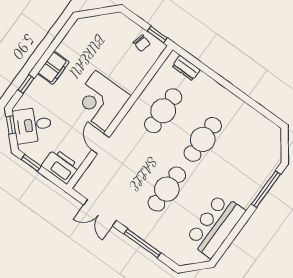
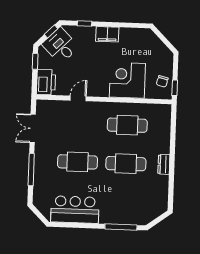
dresser: (186, 68) -> (164, 164), moved
corner desk: (100, 101) -> (127, 80), moved

